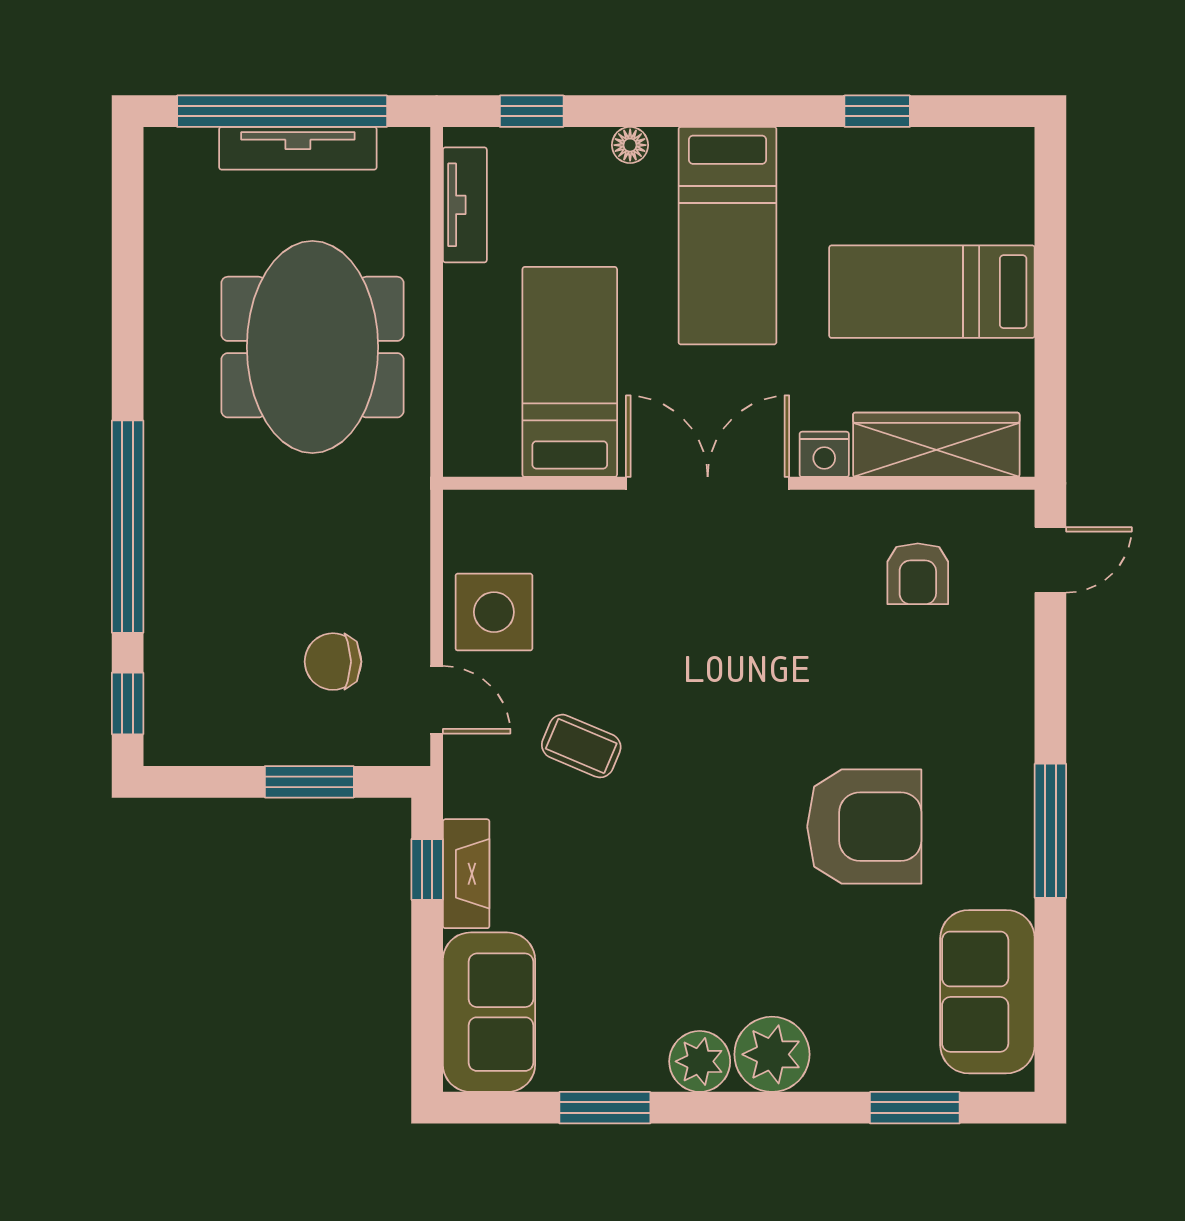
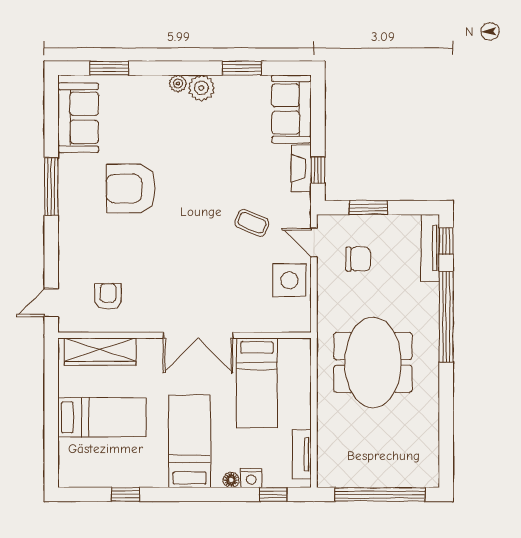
tv unit: (298, 148) -> (430, 248), moved, turned -90
meeting table: (312, 347) -> (373, 362), moved
nightstand: (824, 454) -> (251, 478), moved, turned 180
plant: (772, 1054) -> (178, 83), width x0.53, depth x0.53

